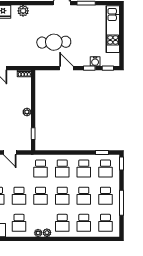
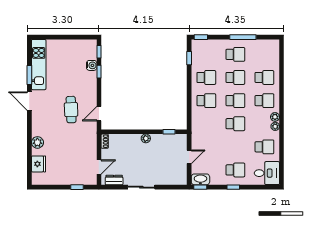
kitchen unit: (113, 29) -> (39, 65), moved, turned -90
cafe table: (54, 42) -> (71, 110), width x0.73, depth x0.74
door: (66, 68) -> (99, 114), moved
school desk: (41, 169) -> (206, 124), removed
school desk: (105, 169) -> (206, 54), removed
school desk: (19, 196) -> (235, 147), removed
school desk: (105, 223) -> (264, 54), removed

